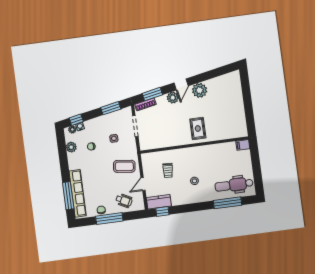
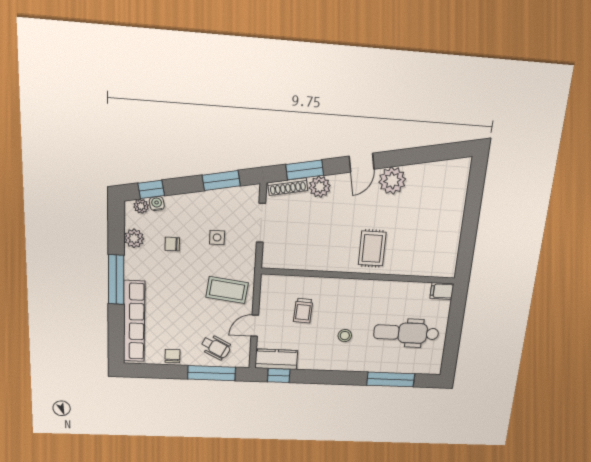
plant: (173, 98) -> (320, 187), moved
dental chair: (234, 185) -> (406, 333), moved
window: (68, 196) -> (116, 280), moved
window: (109, 219) -> (212, 373), moved

